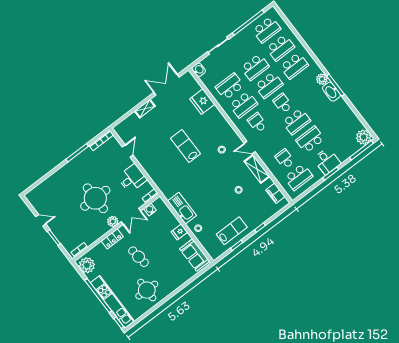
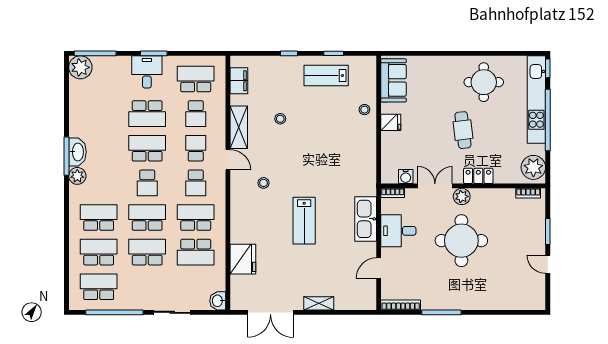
school desk: (271, 141) -> (196, 148), added
kitchen sink: (182, 208) -> (366, 219), moved

